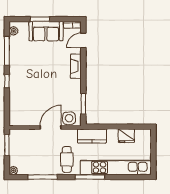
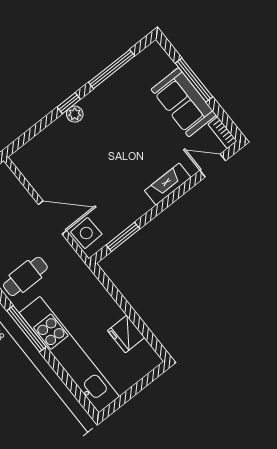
window: (40, 19) -> (194, 80), width x1.44
plant: (14, 31) -> (75, 114), moved
kitchen counter: (92, 136) -> (87, 286), removed

